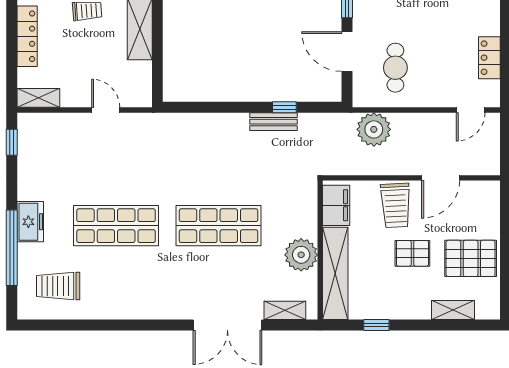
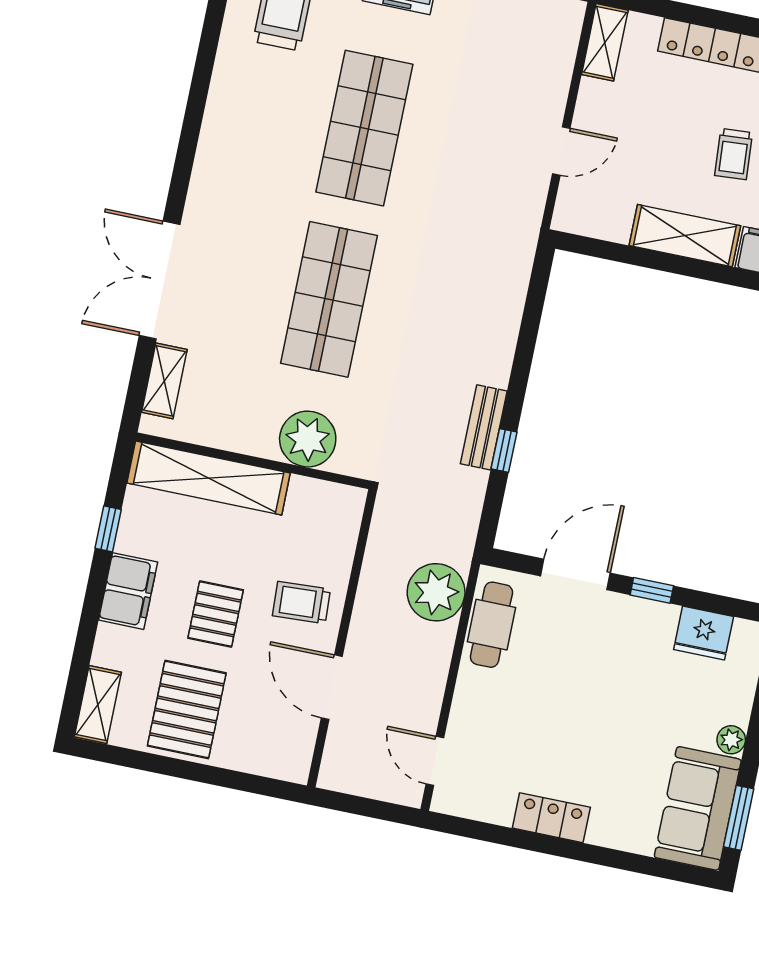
locker: (489, 58) -> (551, 818), moved
cafe table: (395, 68) -> (491, 625), moved, turned 90
filing cabinet: (336, 205) -> (128, 591), moved, turned -90
trolley: (396, 205) -> (301, 603), width x0.73, depth x0.72
plant: (301, 255) -> (308, 439), moved
shelving: (453, 310) -> (98, 704), moved

